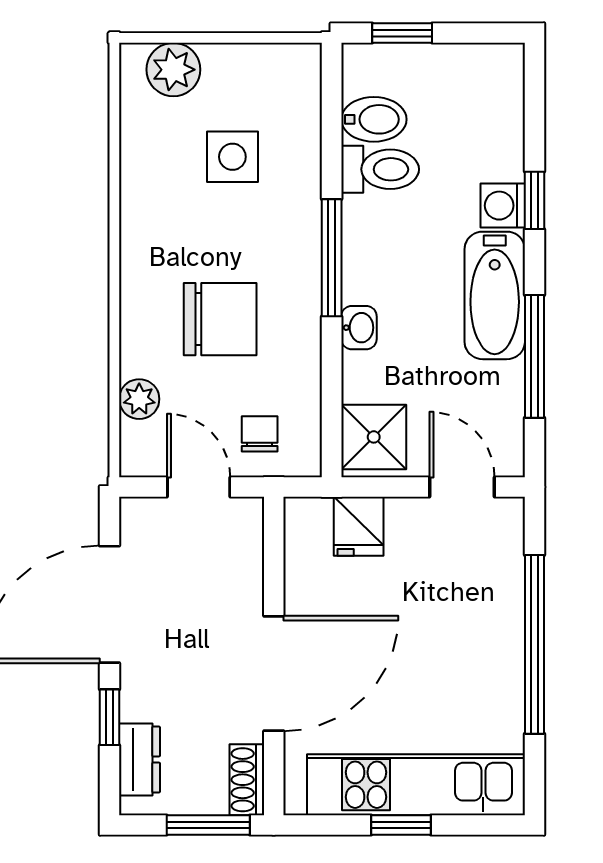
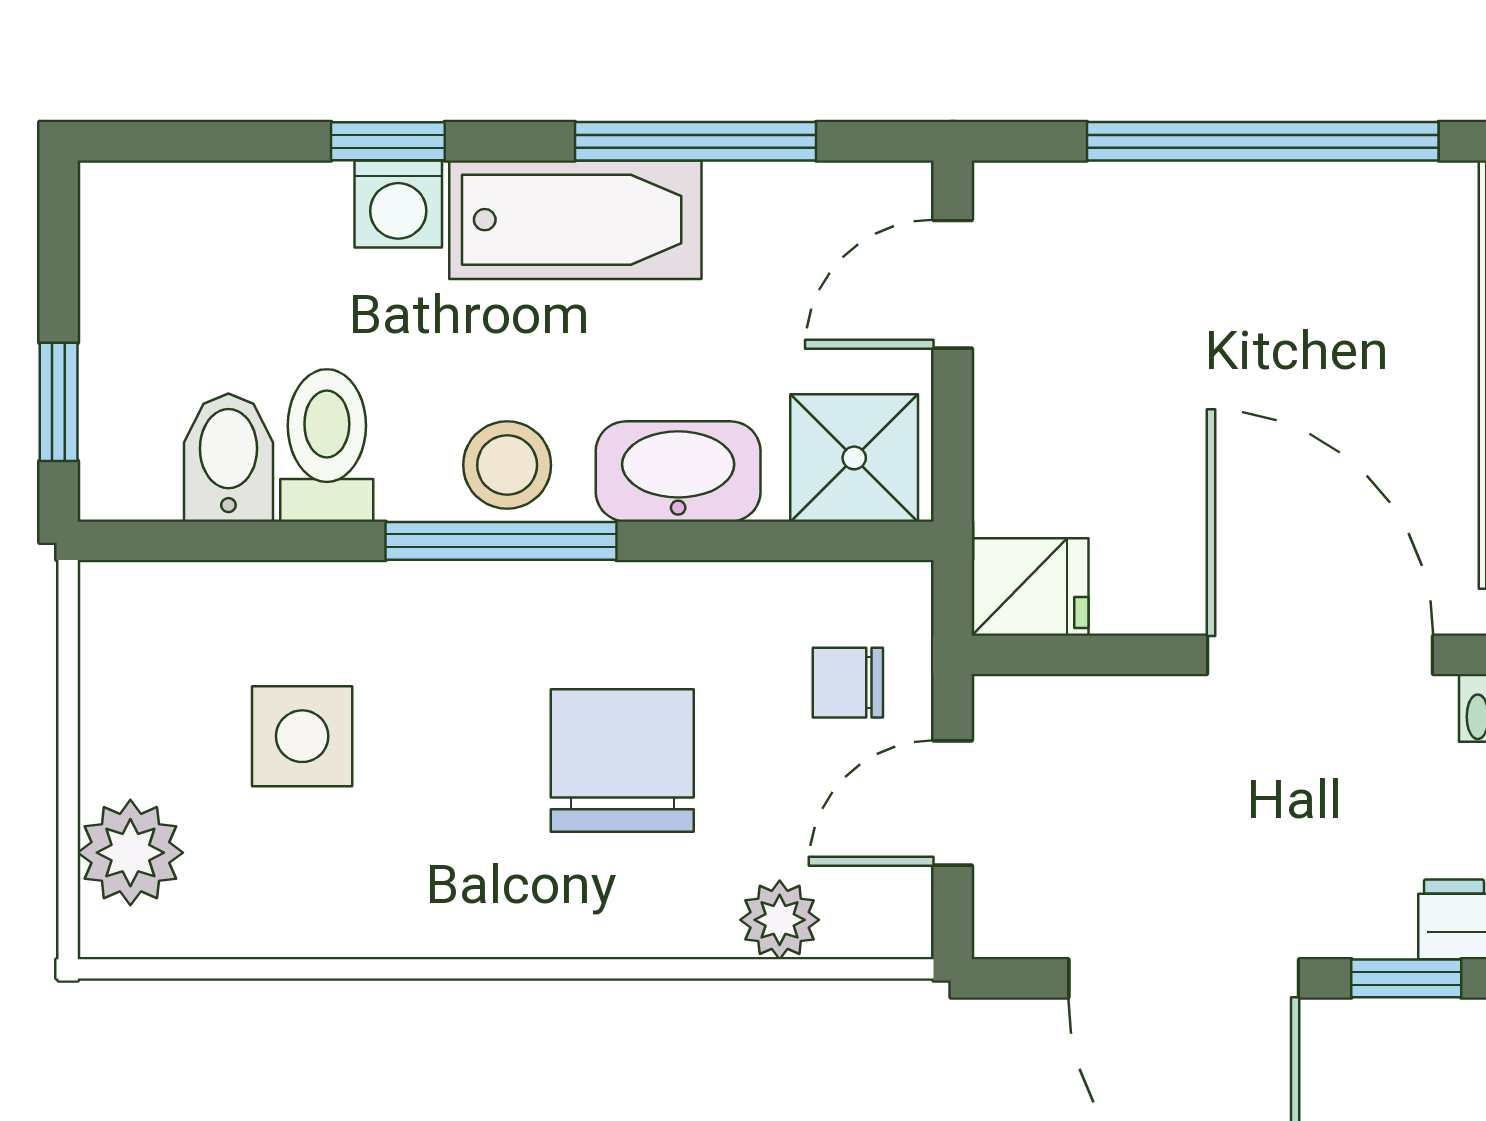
stool: (370, 261) -> (507, 465), added
washbasin: (359, 328) -> (678, 471), width x1.91, depth x1.45
fridge: (359, 526) -> (1030, 587), moved

